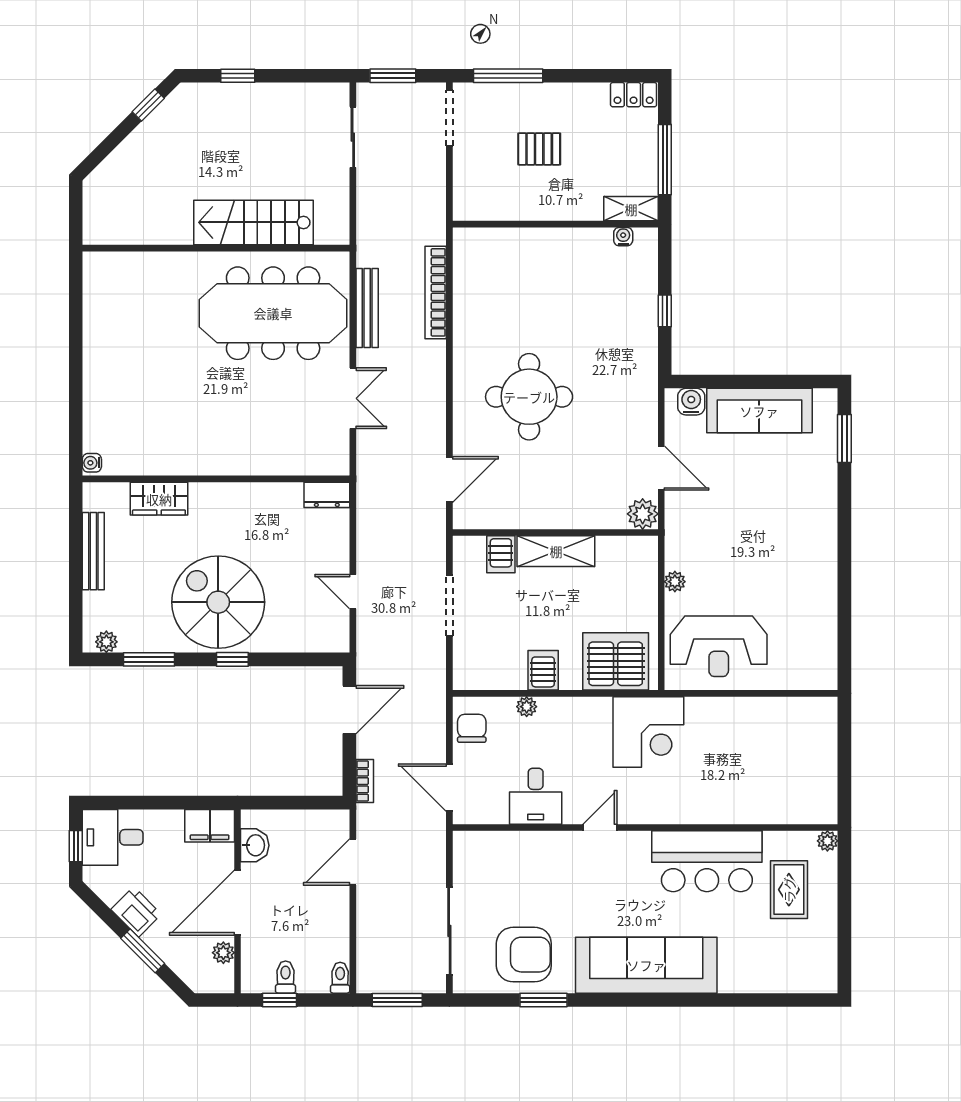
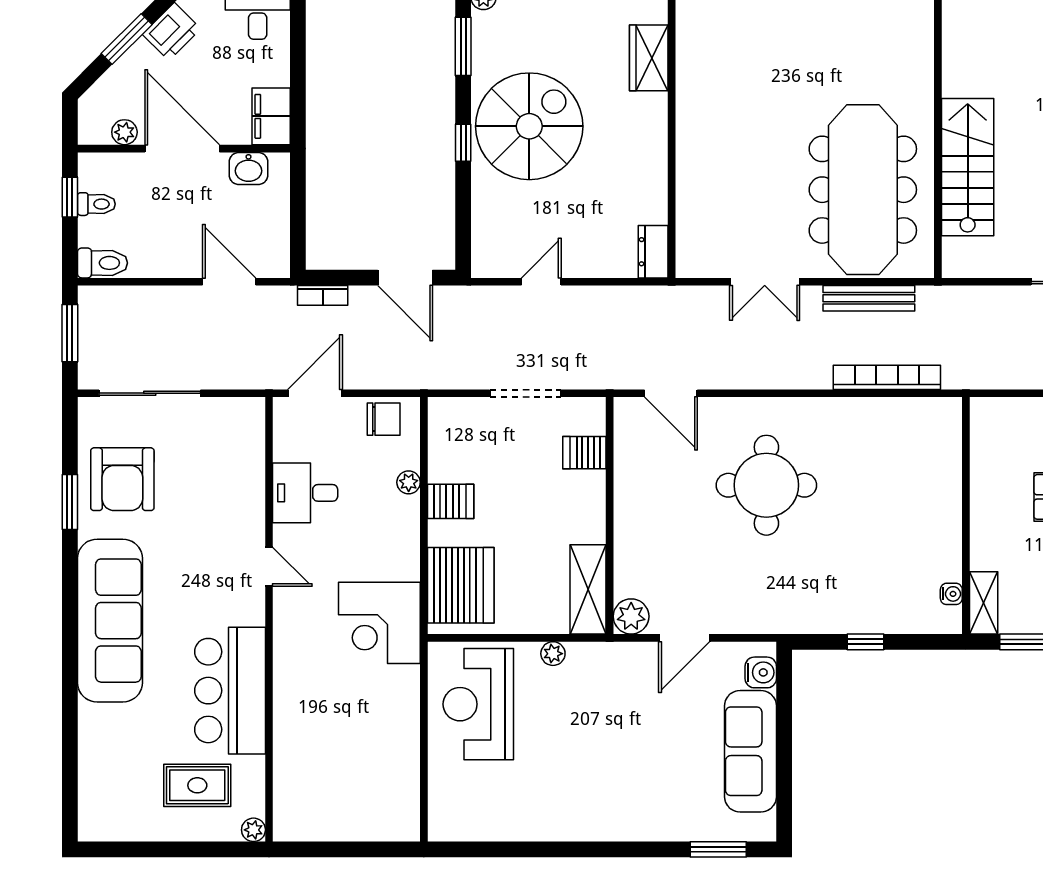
shelving: (556, 551) -> (588, 589), moved
toilet: (340, 978) -> (102, 263), width x1.37, depth x1.39

